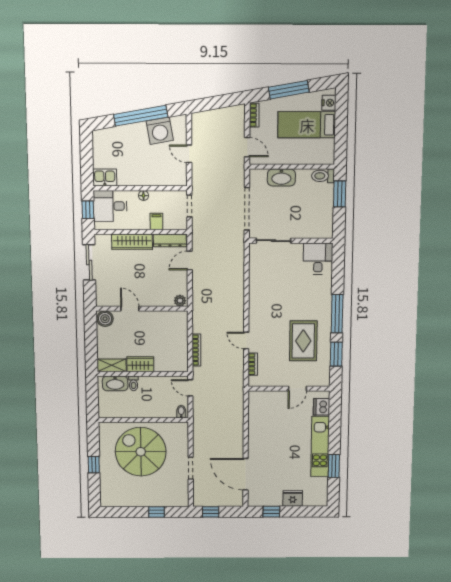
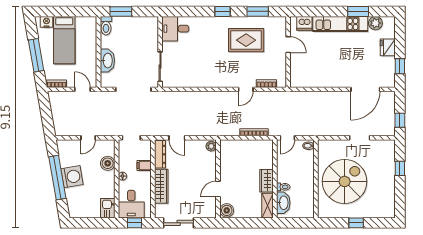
washing machine: (160, 131) -> (72, 177), moved
door: (247, 147) -> (83, 89), hinge flipped
boiler: (159, 178) -> (108, 163), added
window: (337, 314) -> (222, 11), width x0.46
spiral stairs: (141, 452) -> (345, 181), turned 180
plant: (320, 485) -> (375, 23), added

